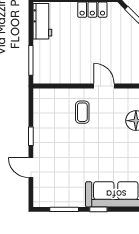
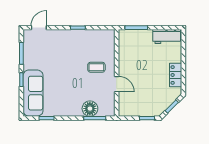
door: (104, 86) -> (117, 84), hinge flipped
door: (31, 168) -> (39, 28), moved

